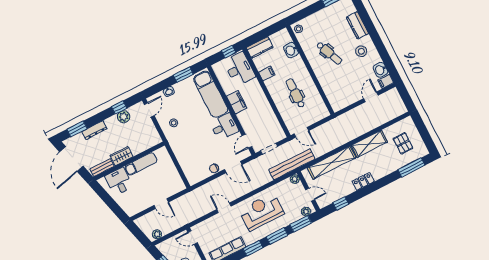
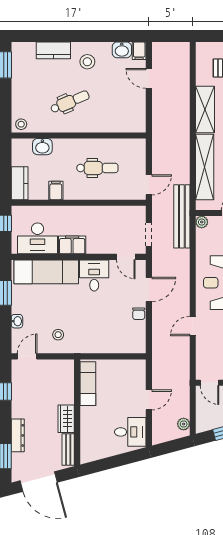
desk: (239, 69) -> (38, 238), moved, turned 180
dental chair: (295, 93) -> (97, 168), turned 180
door: (149, 110) -> (27, 356), hinge flipped
plant: (124, 117) -> (20, 392), removed
exam couch: (141, 164) -> (88, 384), moved
desk: (119, 182) -> (130, 432), moved, turned 180
door: (193, 238) -> (210, 383), hinge flipped

